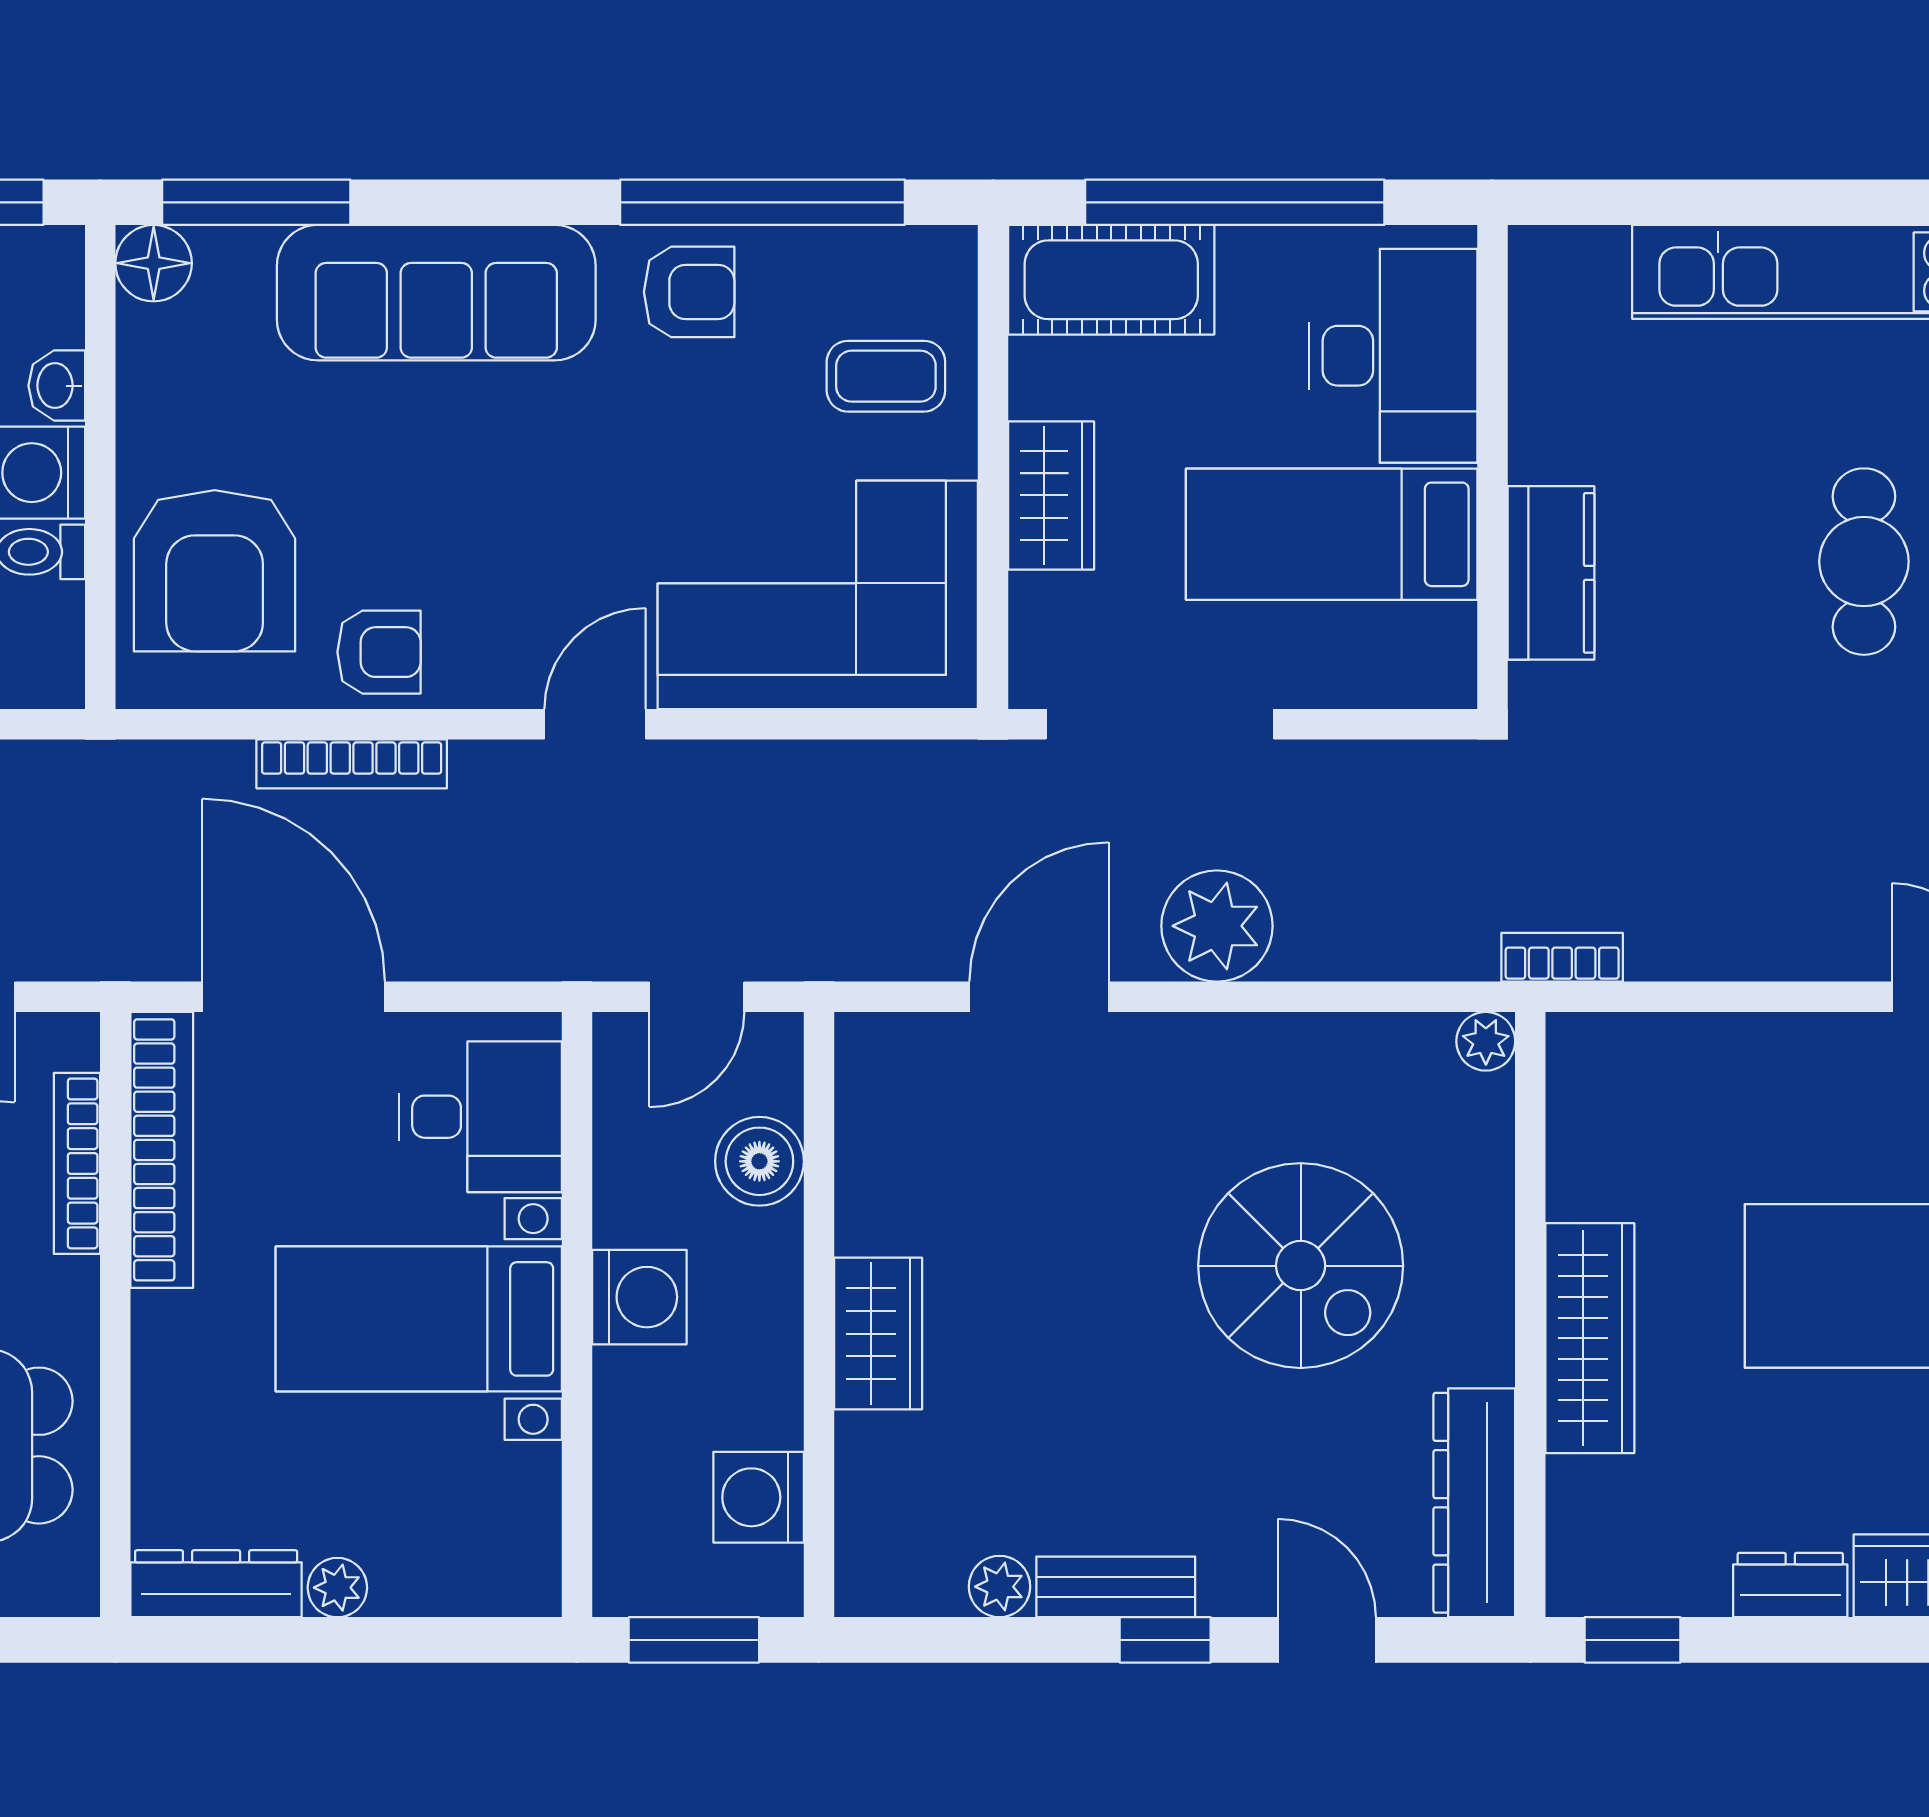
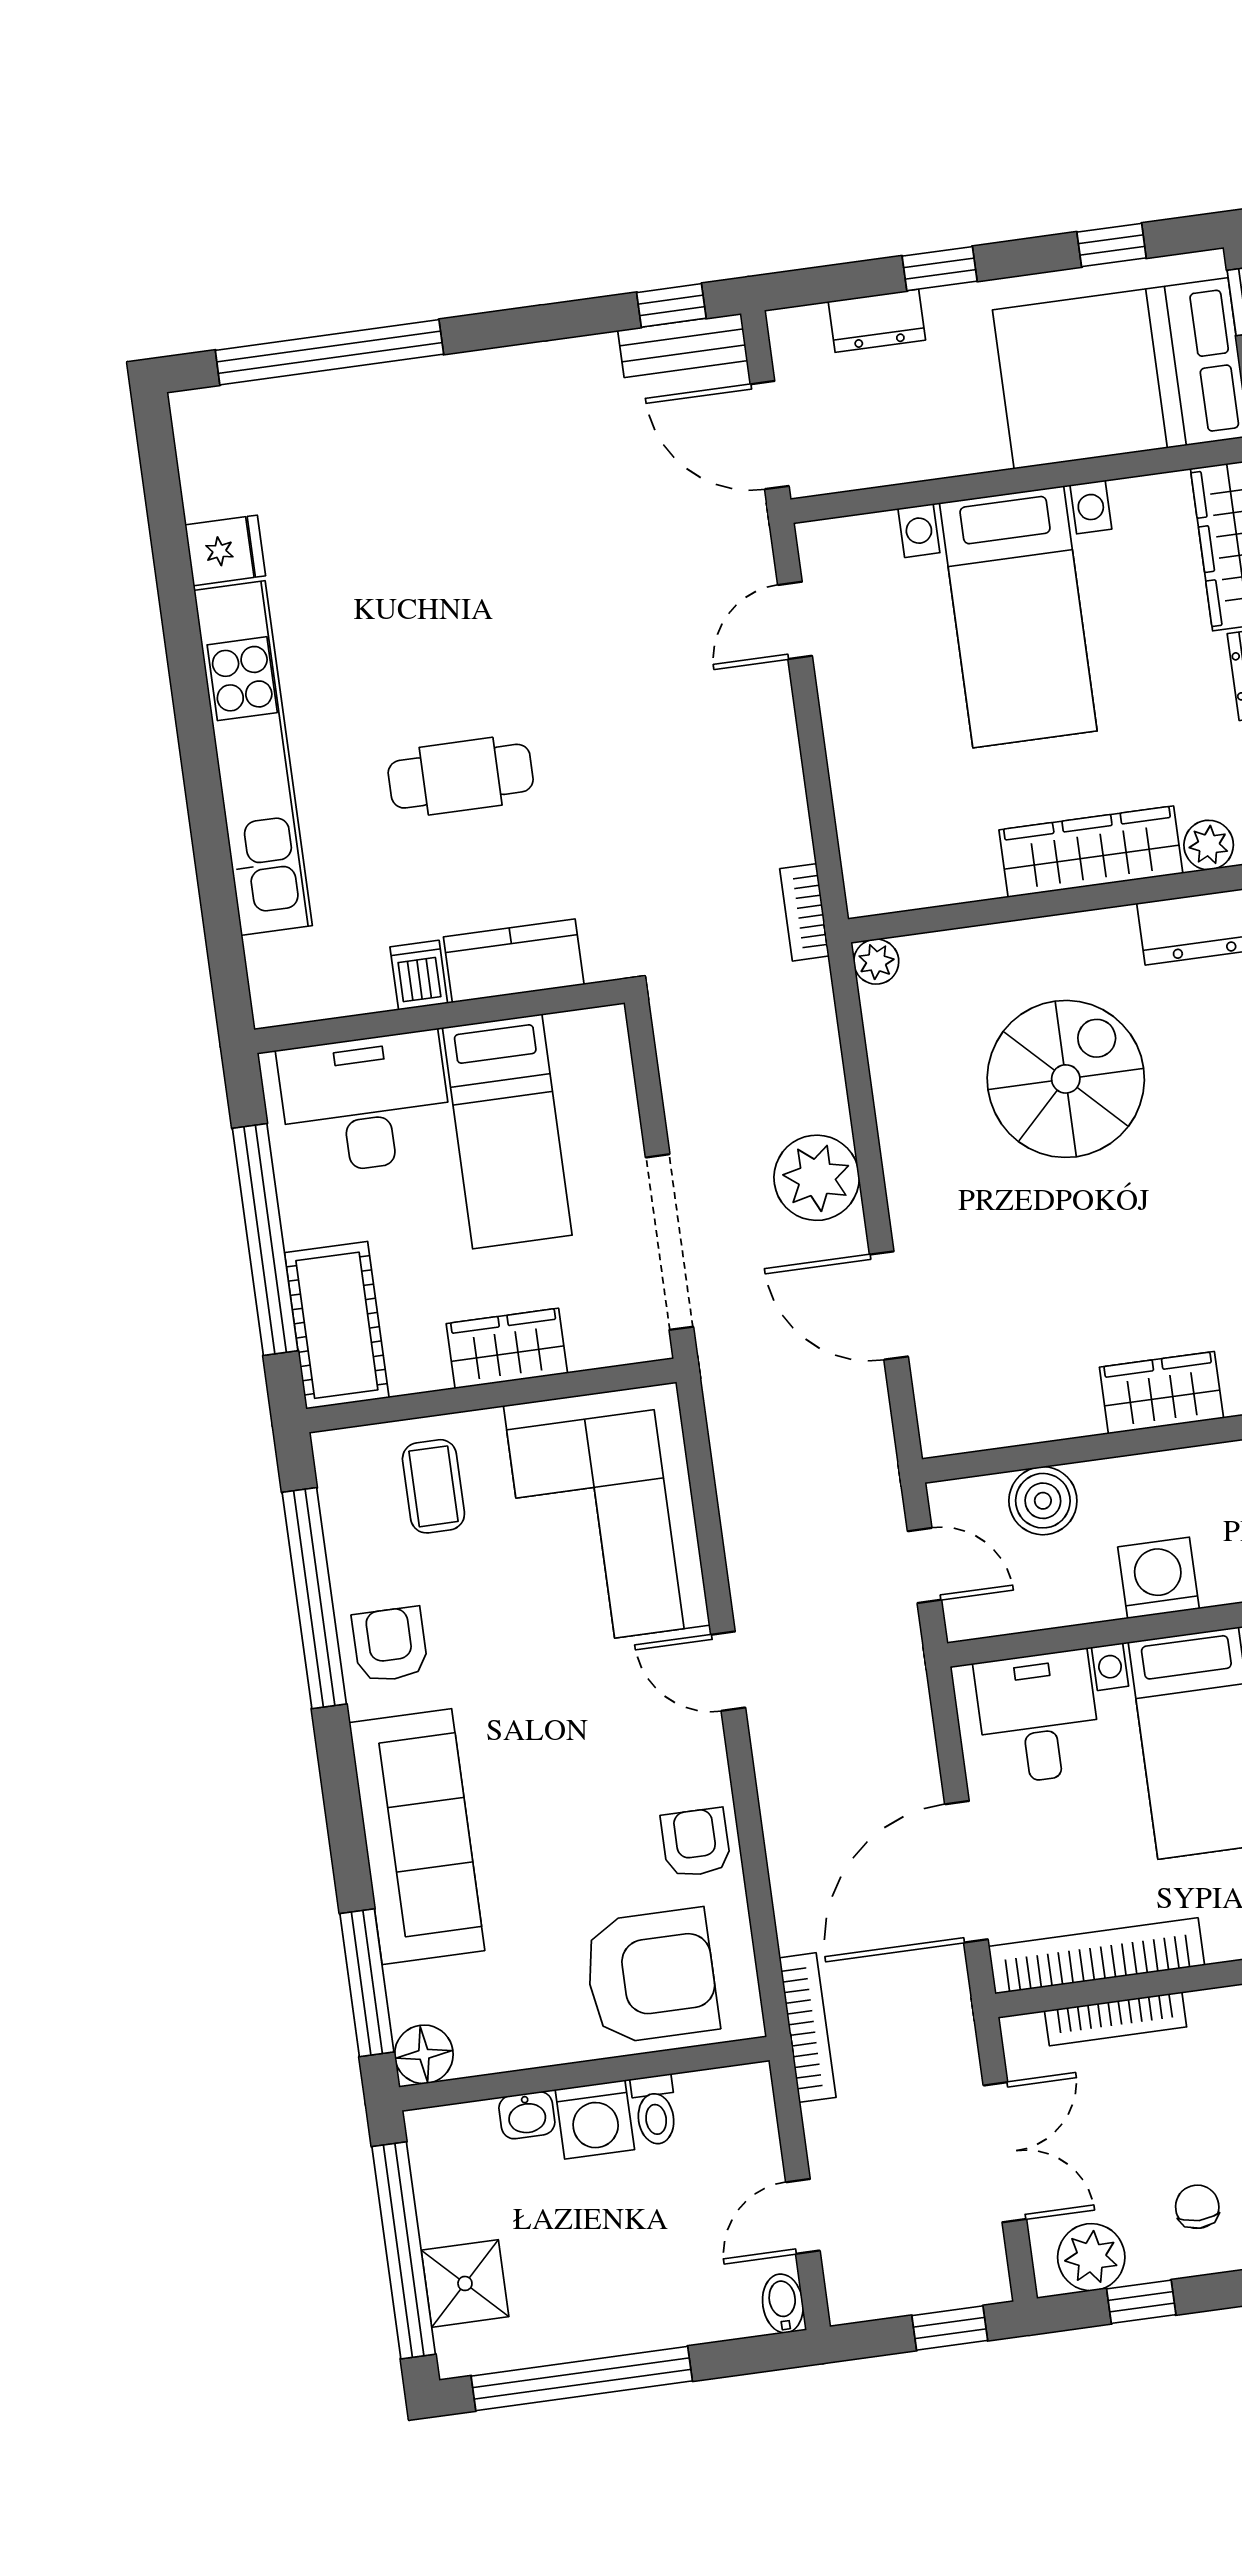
dishwasher: (1549, 448) -> (419, 975), added
cafe table: (1864, 562) -> (461, 776), moved
bookcase: (352, 764) -> (808, 2028), moved
plant: (1578, 1492) -> (1209, 845), added

